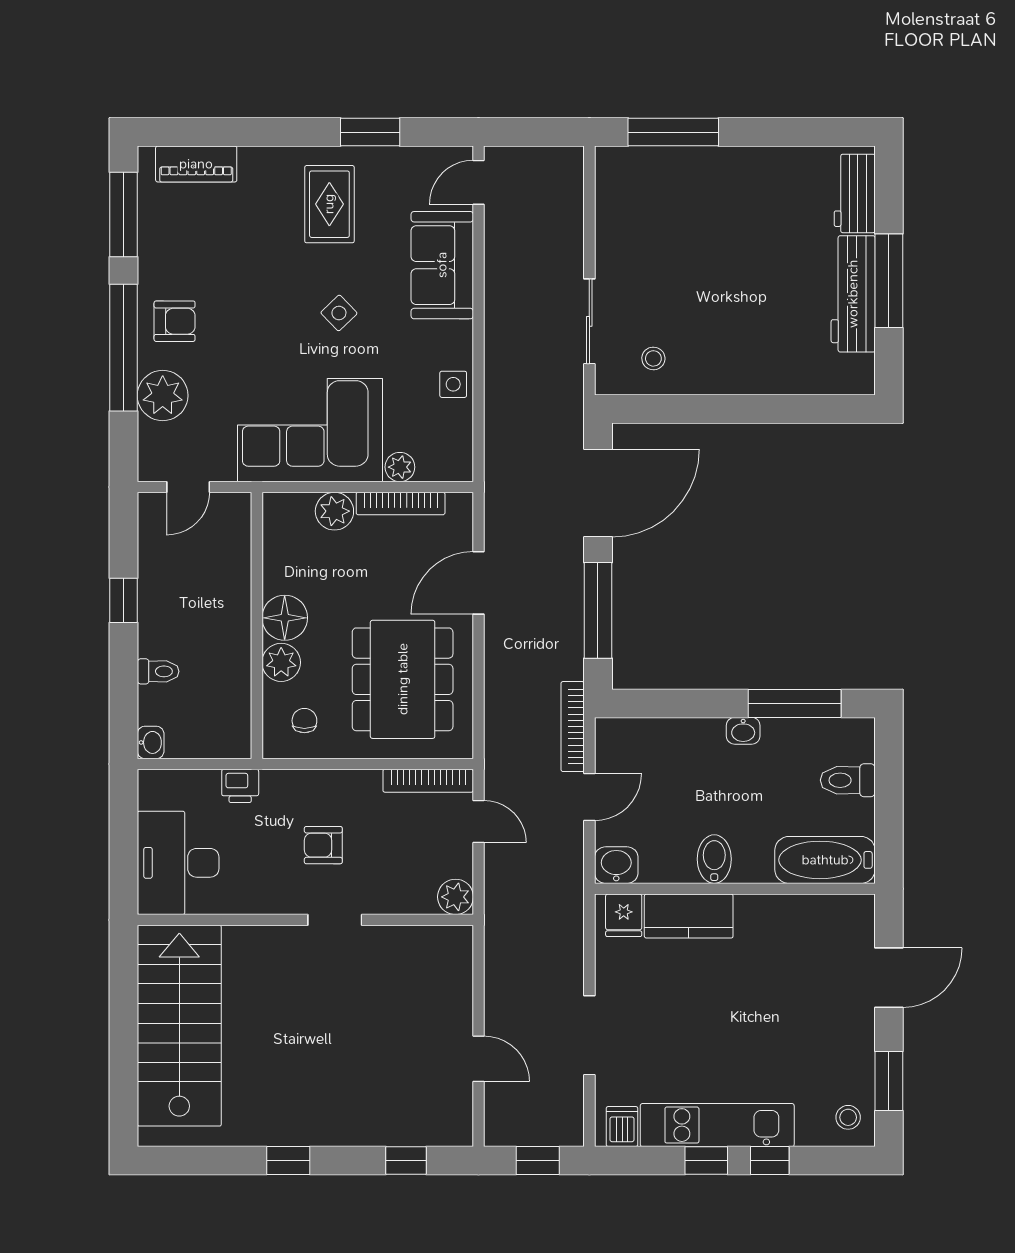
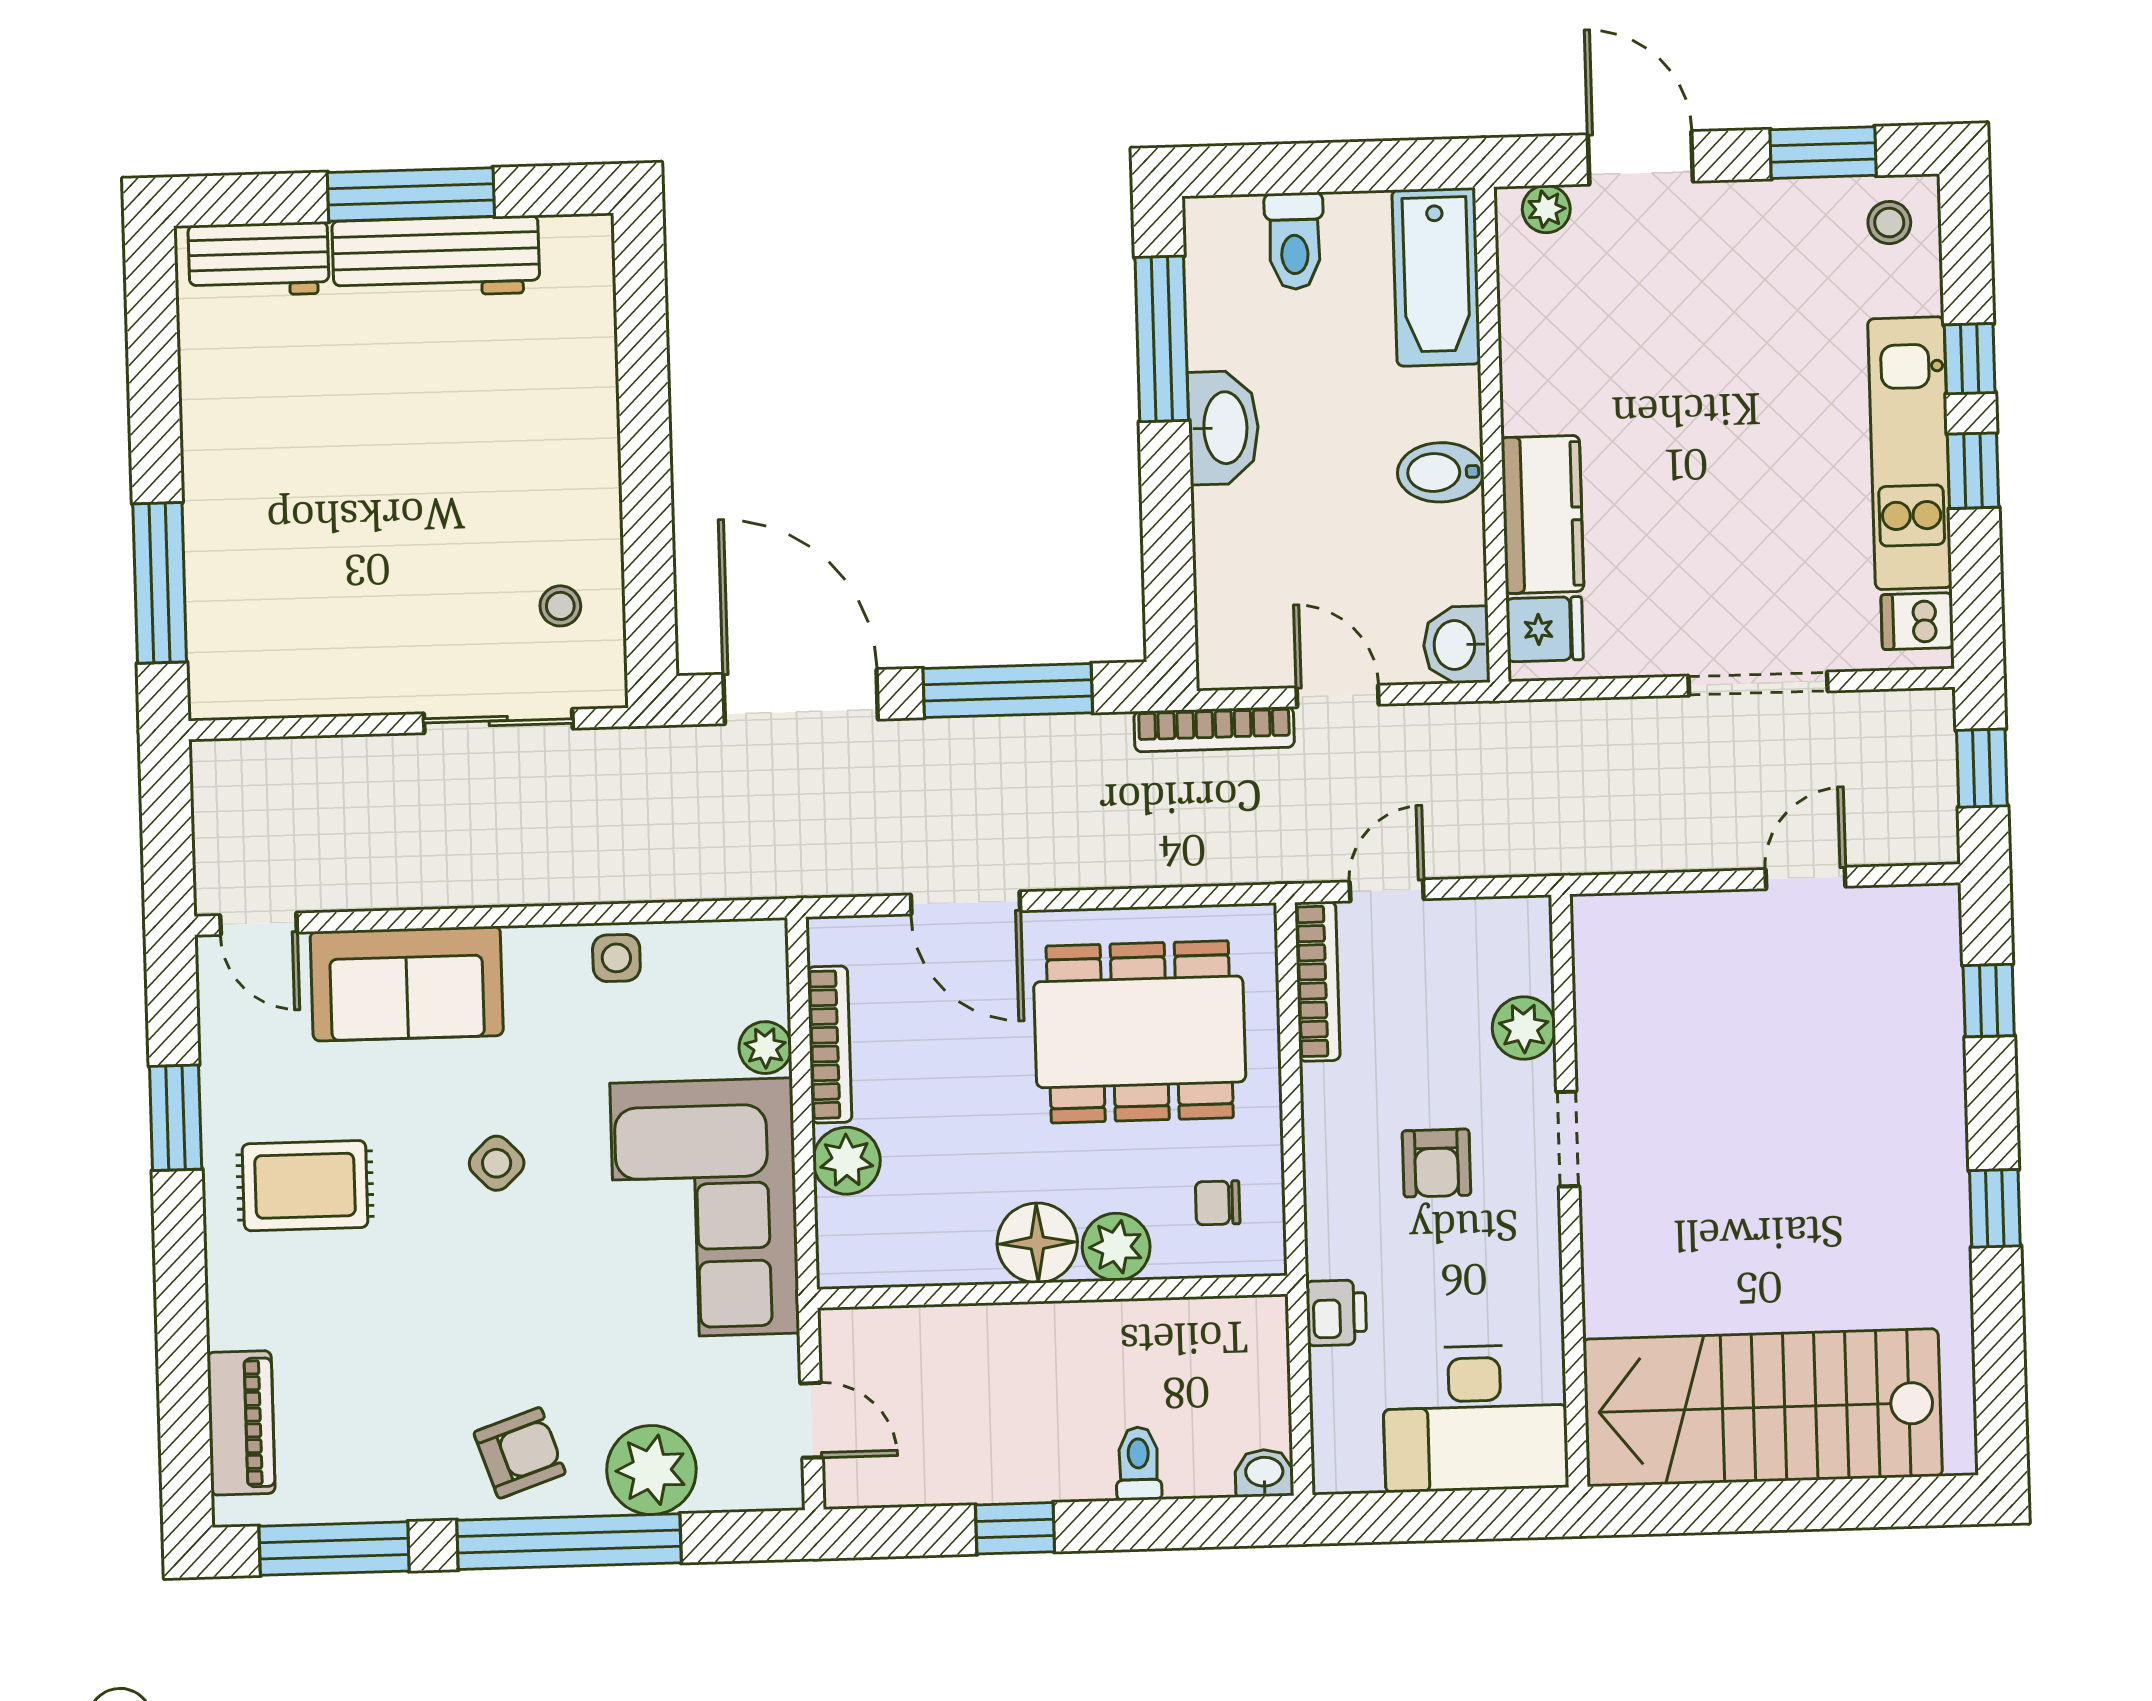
armchair: (175, 321) -> (520, 1453), turned 71
washbasin: (743, 731) -> (1223, 428), width x1.91, depth x1.45
plant: (456, 897) -> (1524, 1028), moved
plant: (862, 923) -> (1546, 209), added

